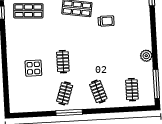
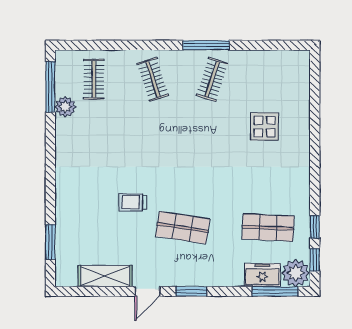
plant: (146, 56) -> (65, 107), moved
clothes rail: (63, 62) -> (212, 135), removed

